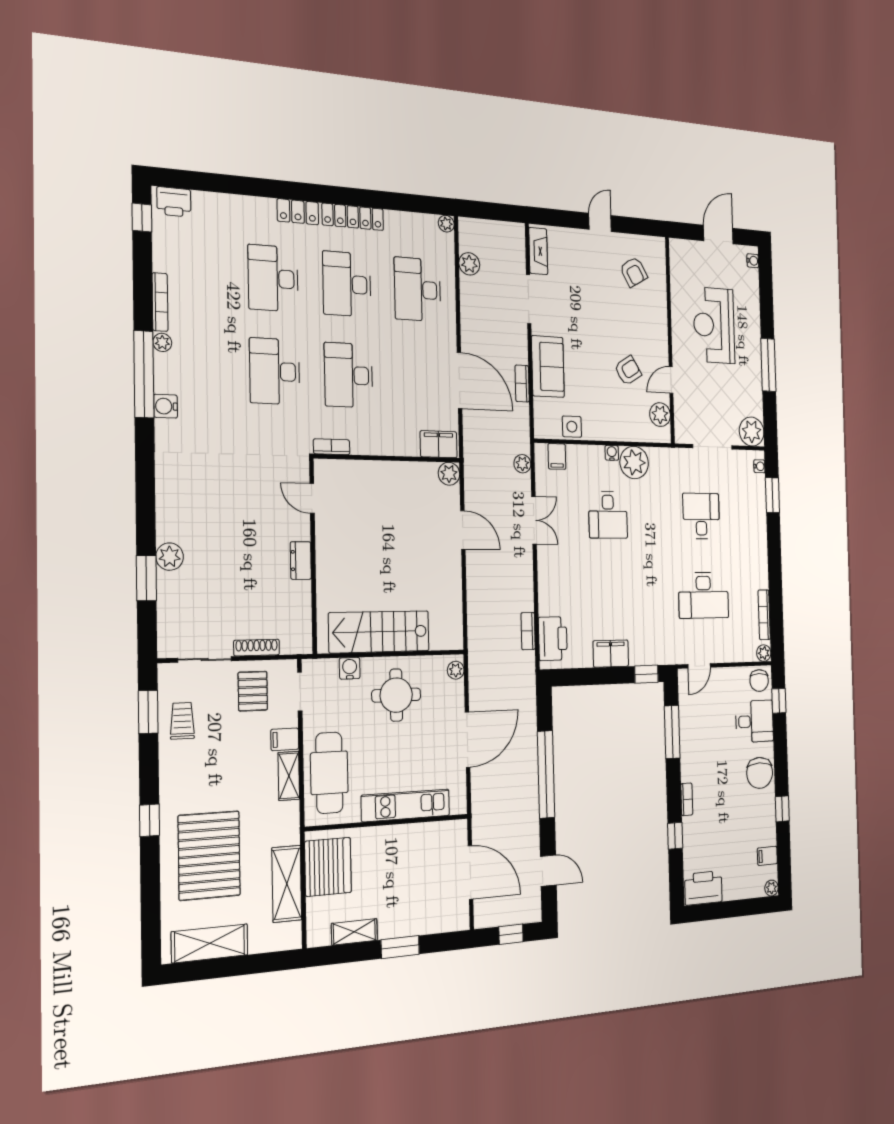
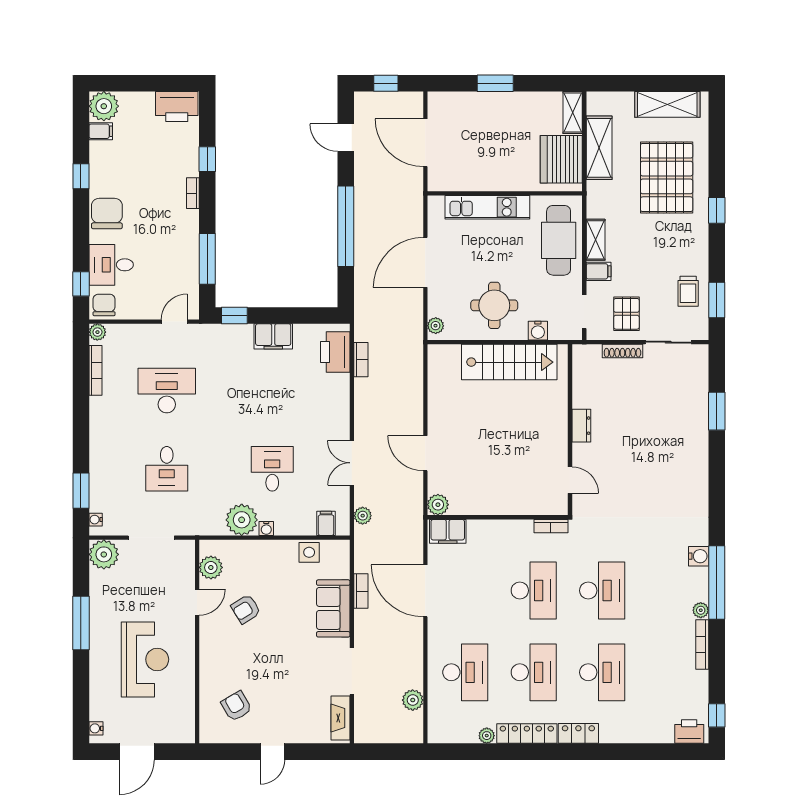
plant: (446, 224) -> (487, 736), moved
plant: (170, 557) -> (697, 429), removed
plant: (771, 888) -> (104, 106), width x1.88, depth x1.88
shelving: (354, 932) -> (573, 113), moved, turned 90

